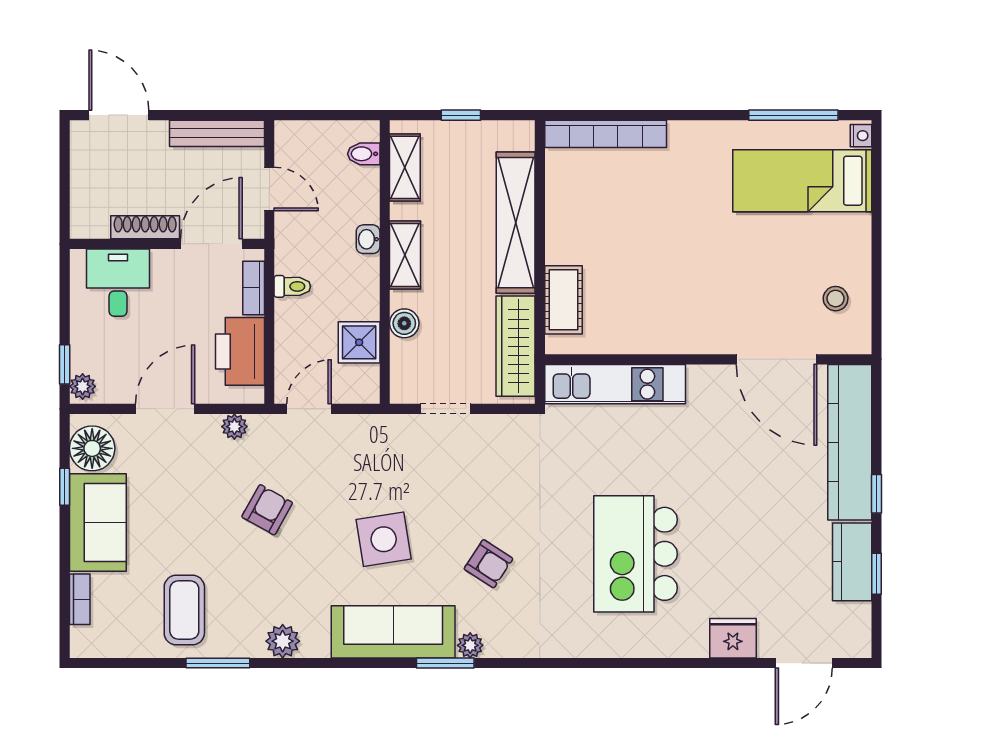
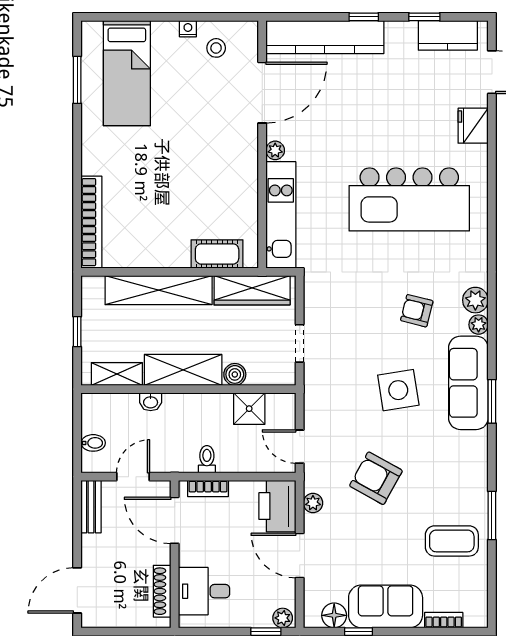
window: (793, 115) -> (77, 80), width x0.69
bench: (217, 133) -> (91, 507), width x0.73
nightstand: (861, 136) -> (188, 29), moved
bidet: (364, 154) -> (93, 443), moved, turned -90
shoe rack: (145, 227) -> (162, 591), moved
washbasin: (368, 239) -> (151, 402), moved
shelving: (405, 255) -> (183, 370), width x1.50, depth x1.33
printer: (240, 351) -> (277, 506), moved, turned 90
plant: (700, 377) -> (275, 150), added
floor lamp: (92, 448) -> (334, 615), width x0.73, depth x0.73
armchair: (267, 510) -> (376, 478), width x1.38, depth x1.38
kitchen island: (636, 554) -> (409, 199), width x1.37
kitchen counter: (852, 562) -> (448, 35), moved
armchair: (488, 564) -> (417, 311), turned -109
plant: (283, 641) -> (475, 300), moved
window: (445, 663) -> (492, 401), moved

